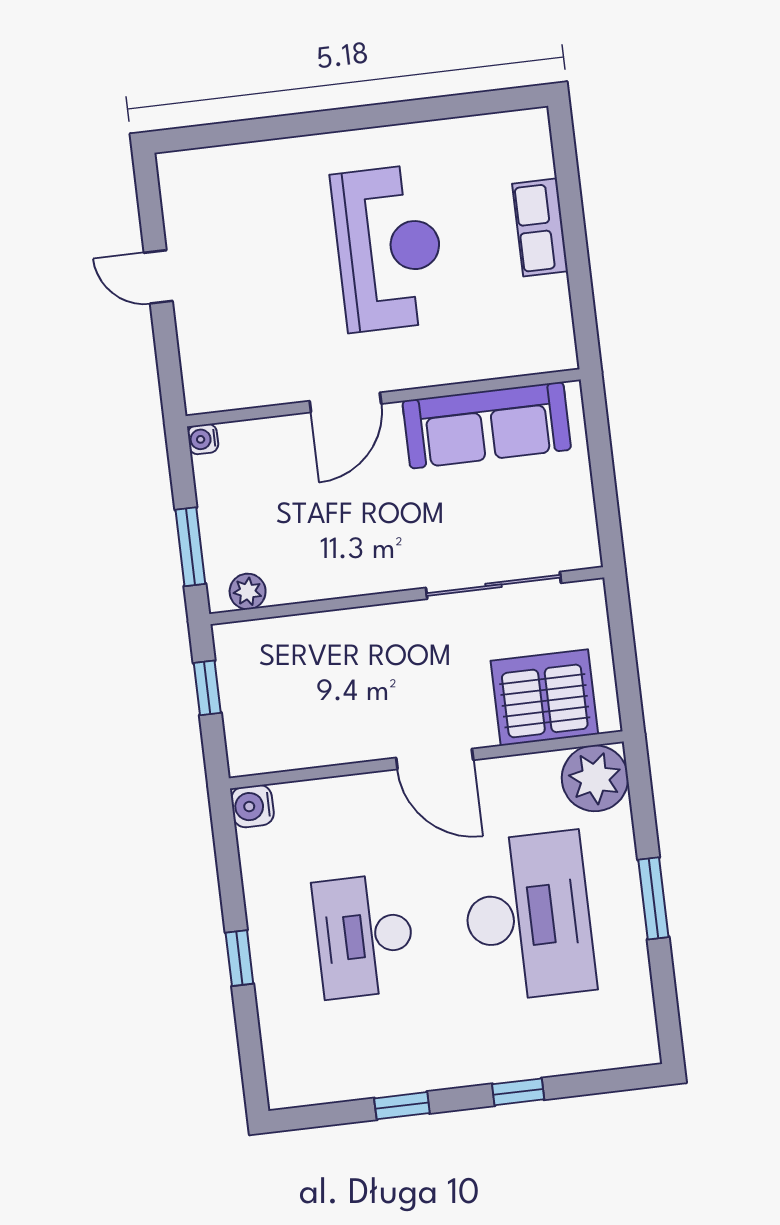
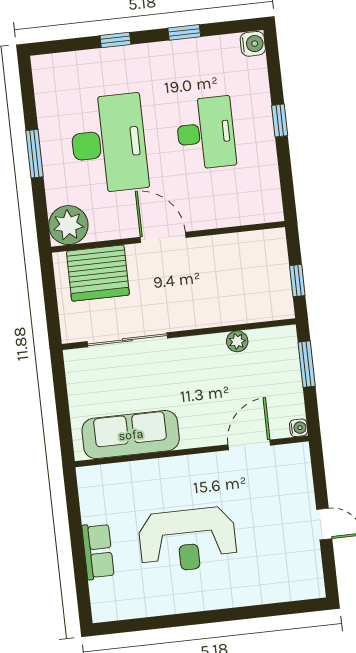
reception desk: (389, 248) -> (188, 540), turned -90
door: (345, 402) -> (249, 445), moved
plant: (248, 592) -> (237, 341), moved
water cooler: (252, 806) -> (253, 44), moved
desk: (528, 916) -> (109, 144), turned 180

